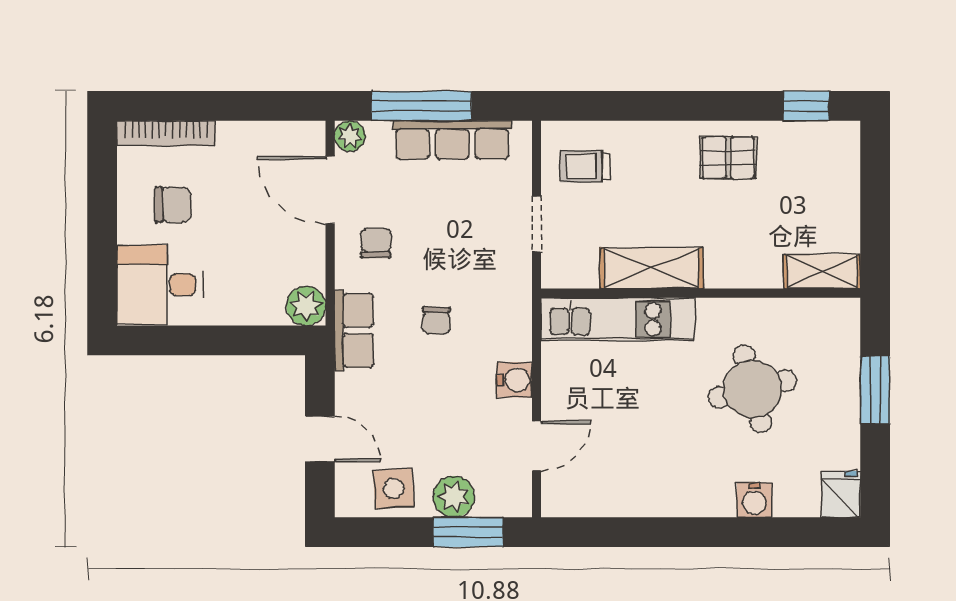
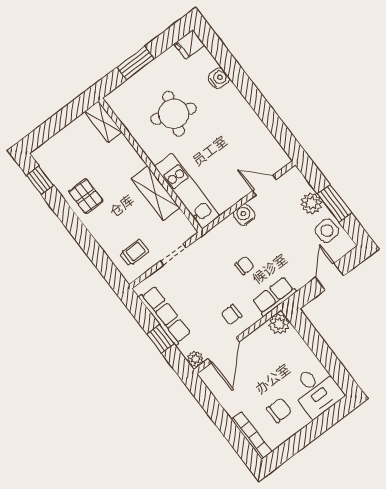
window: (421, 106) -> (160, 339), width x0.46
trolley: (585, 166) -> (134, 253), turned -90
chair: (173, 205) -> (279, 410), turned 90
round table: (752, 389) -> (174, 114), turned 34
window: (468, 532) -> (335, 203), moved

